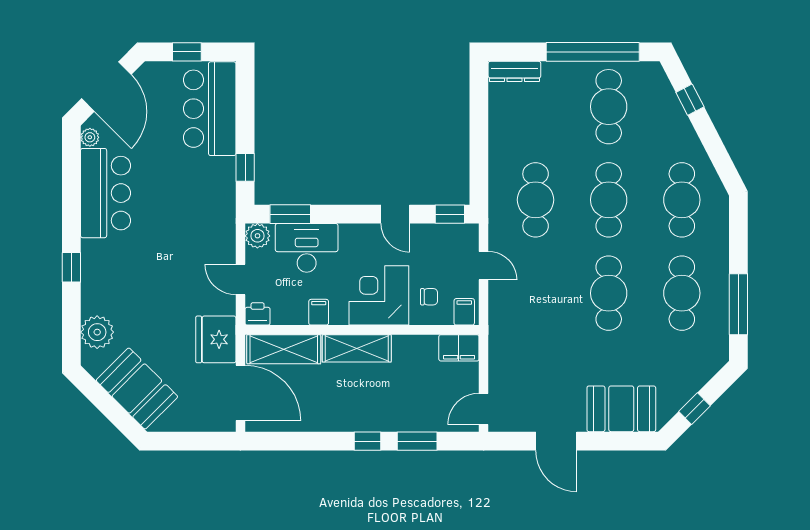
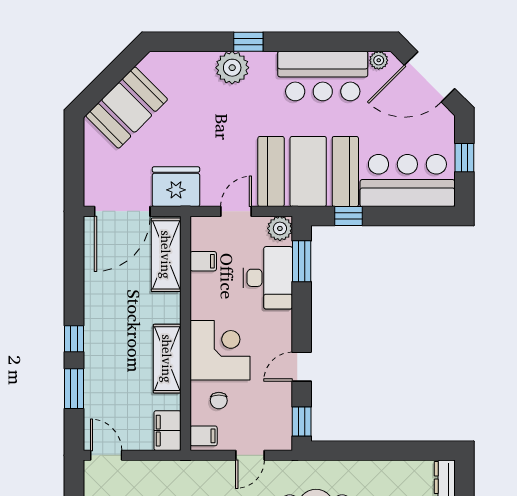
booth: (201, 208) -> (308, 172), added
filing cabinet: (319, 312) -> (203, 261), moved
printer: (258, 314) -> (202, 228), removed
plant: (97, 332) -> (232, 68), moved
shelving: (357, 348) -> (167, 359), moved

